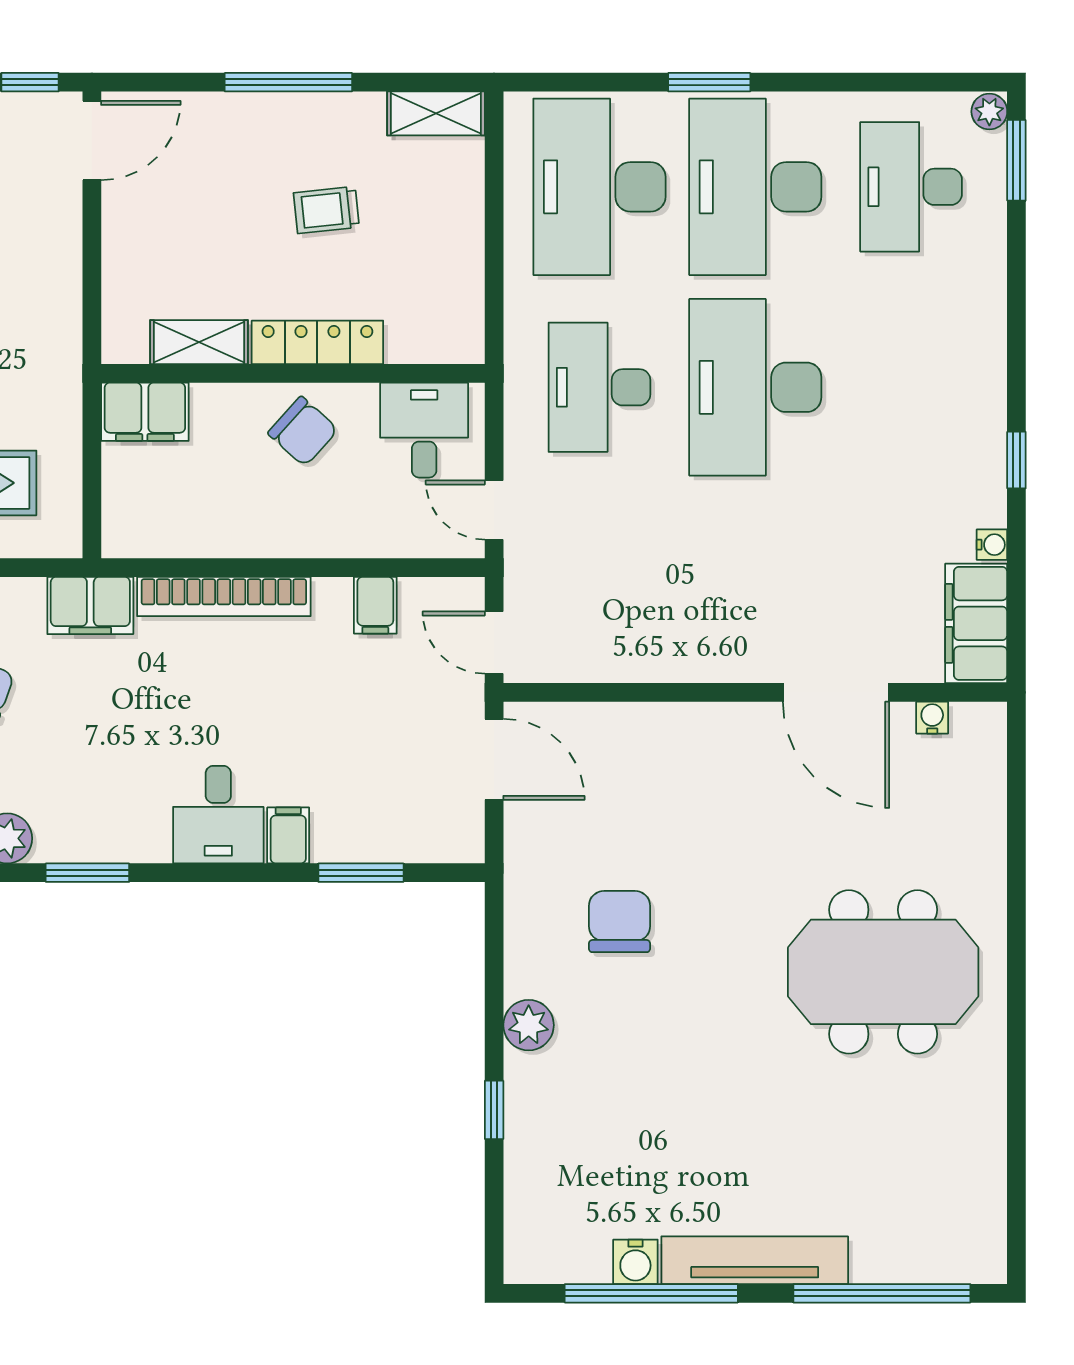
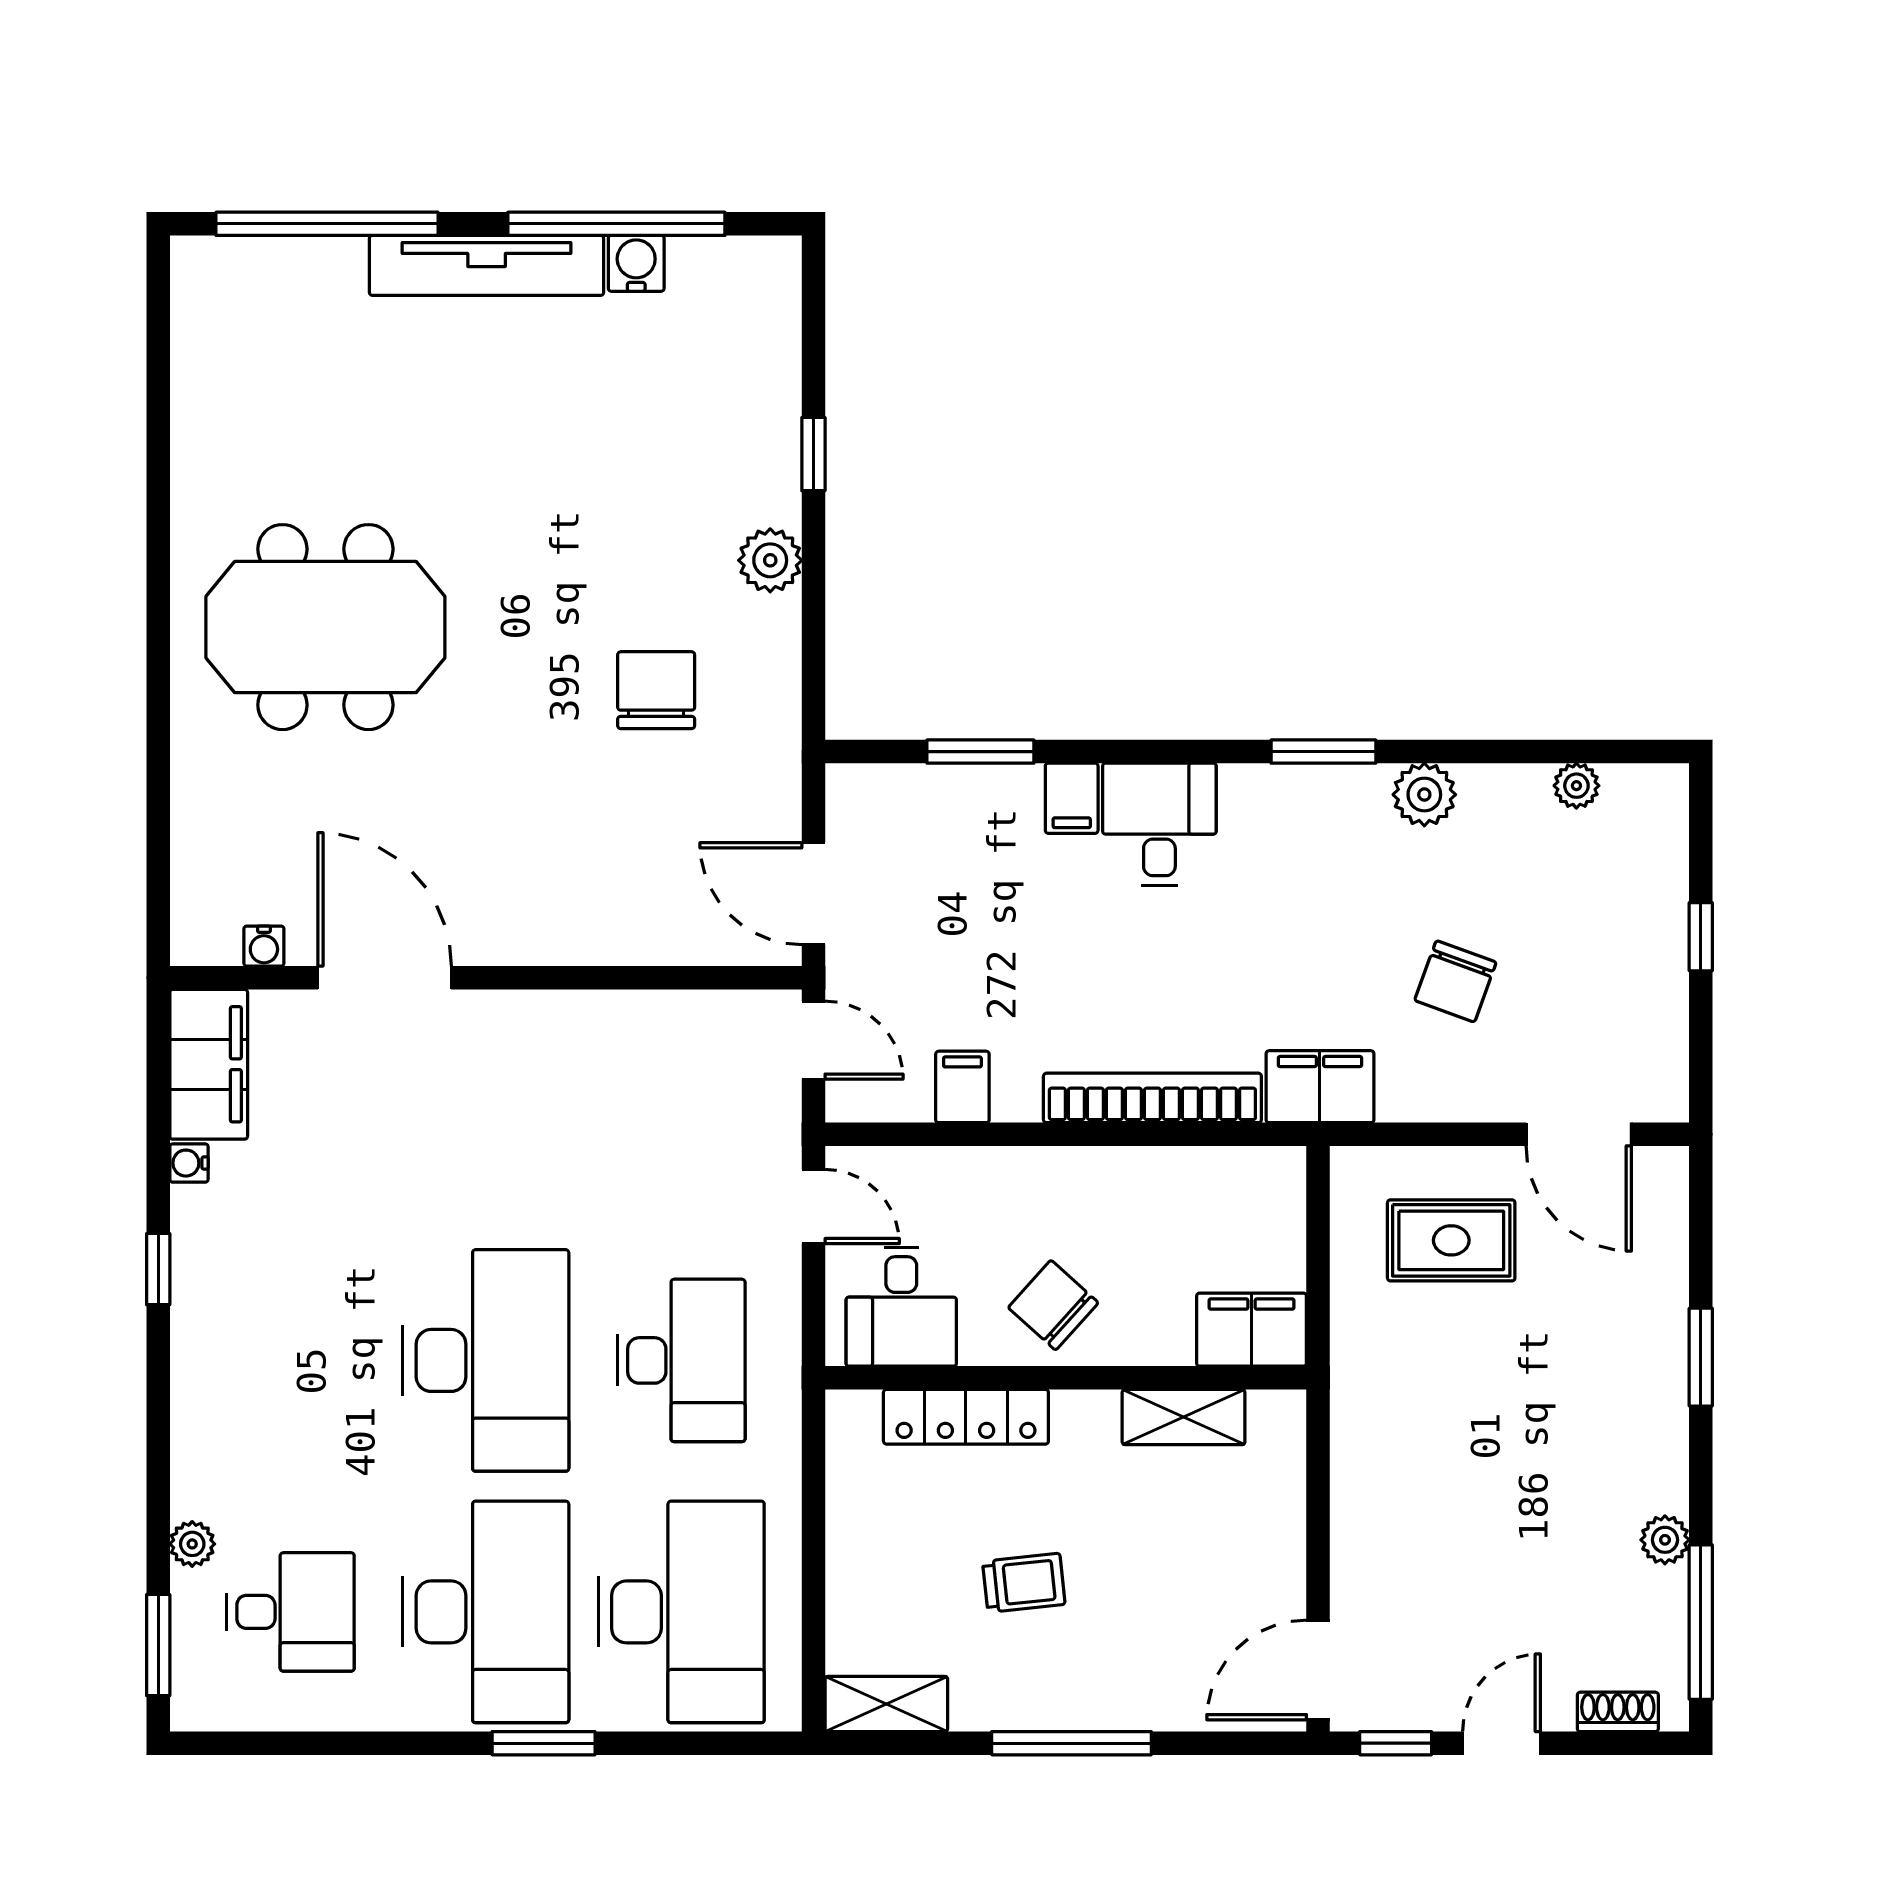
plant: (989, 112) -> (192, 1544), moved
desk: (911, 187) -> (290, 1612), width x0.73
locker: (317, 342) -> (966, 1417), moved
chair: (619, 922) -> (656, 690), turned 180

